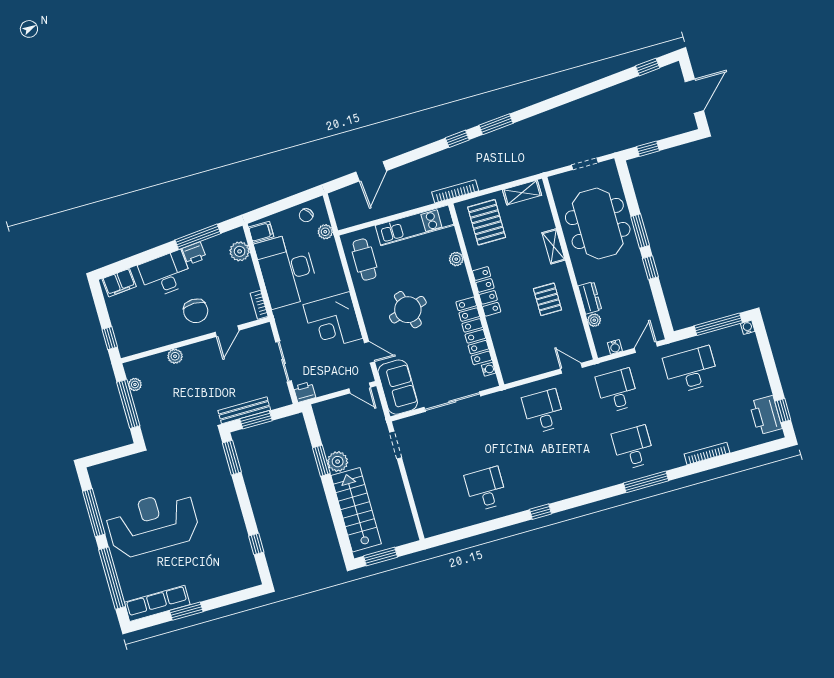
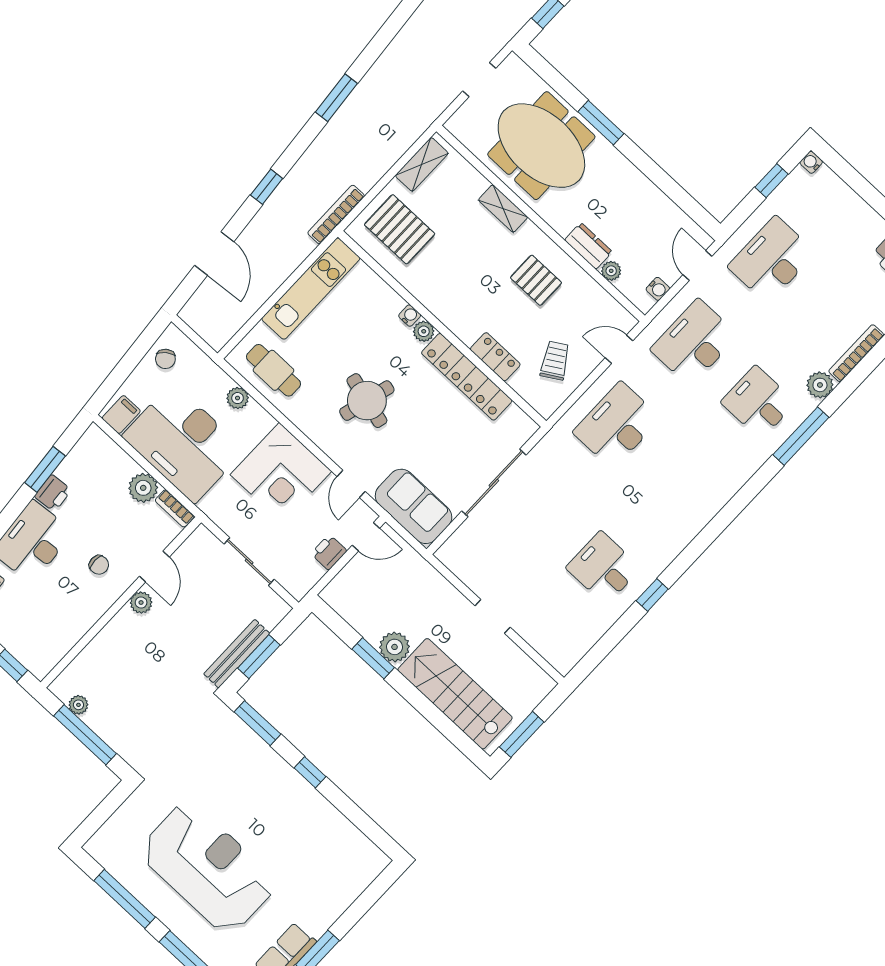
window: (457, 139) -> (267, 187), moved
plant: (325, 232) -> (238, 398), moved
window: (198, 237) -> (45, 469), width x0.69
plant: (240, 251) -> (143, 488), moved
plant: (456, 259) -> (424, 331), moved
window: (650, 268) -> (642, 161), removed
locker: (487, 291) -> (495, 357), moved, width x0.66
round table: (408, 310) -> (367, 401), turned 31
chair: (196, 311) -> (99, 565), width x0.54, depth x0.54
window: (718, 324) -> (771, 181), width x0.46
door: (370, 352) -> (351, 484), swing flipped
trolley: (530, 352) -> (555, 361), added
plant: (175, 356) -> (141, 603), moved
water cooler: (489, 369) -> (410, 316), moved
desk: (617, 391) -> (694, 342), width x1.37
printer: (304, 392) -> (329, 552), moved
desk: (543, 411) -> (617, 425), width x1.37
doorway: (396, 445) -> (493, 616), moved
plant: (675, 459) -> (820, 385), added
window: (540, 512) -> (652, 595), moved
reception desk: (153, 524) -> (208, 868), turned 90
window: (256, 544) -> (310, 772), moved

